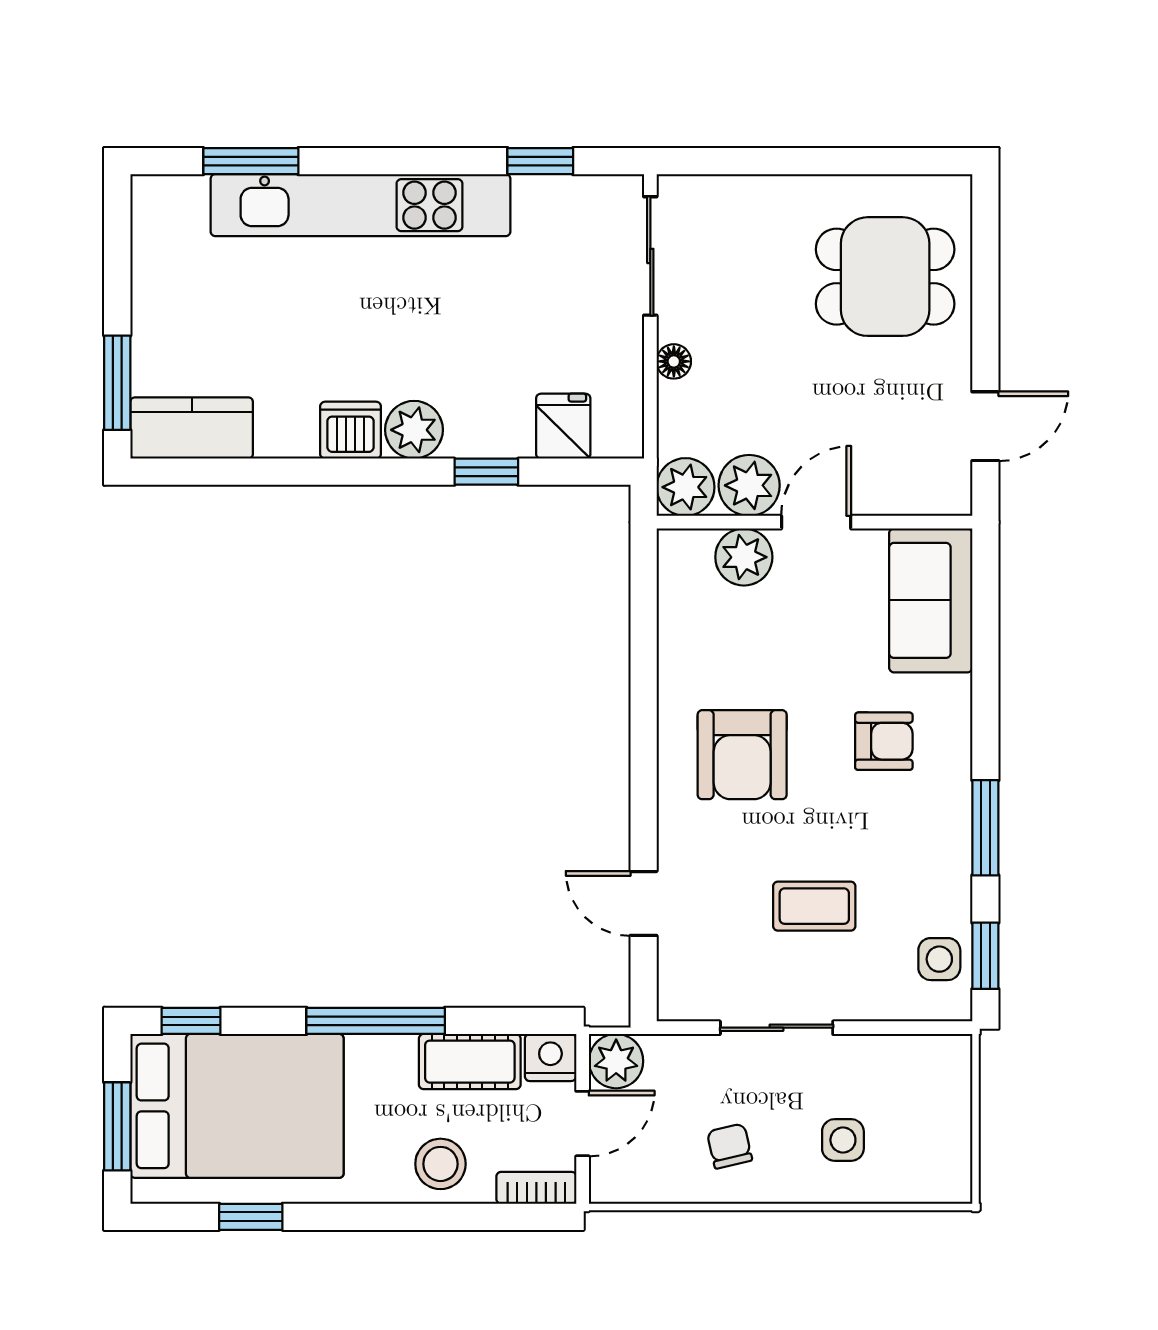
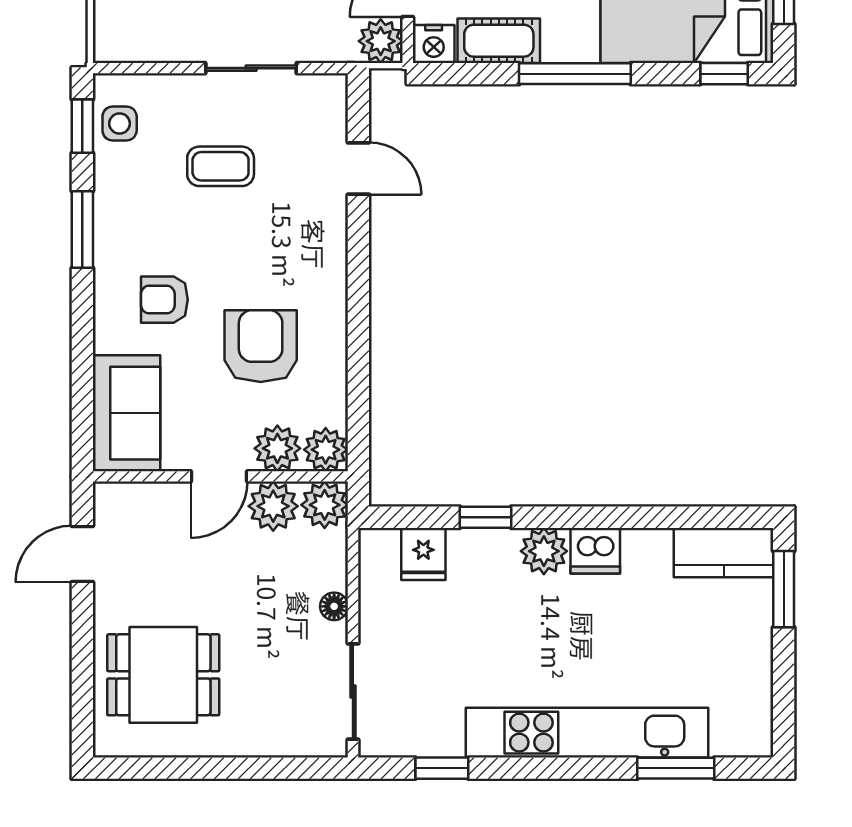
plant: (684, 555) -> (326, 450), added
armchair: (742, 755) -> (261, 346), moved

